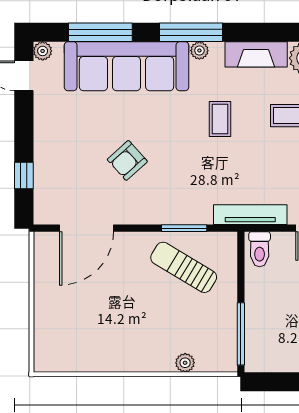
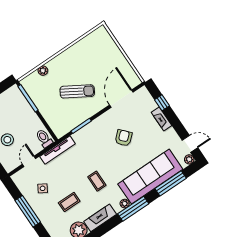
fireplace: (43, 149) -> (162, 119), added
sun lounger: (184, 267) -> (77, 91), moved

